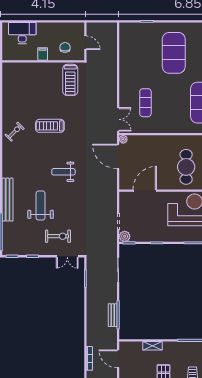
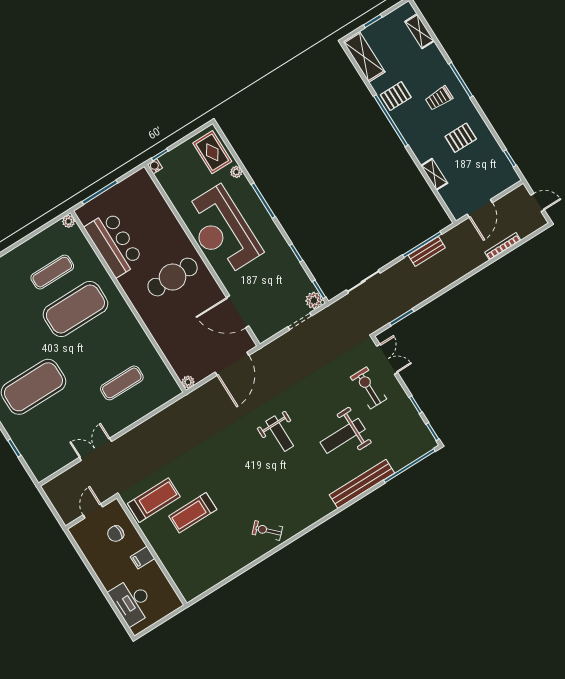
double door: (118, 119) -> (95, 449), moved
treadmill: (50, 126) -> (193, 513), moved, turned 90
door: (118, 156) -> (232, 364), moved

